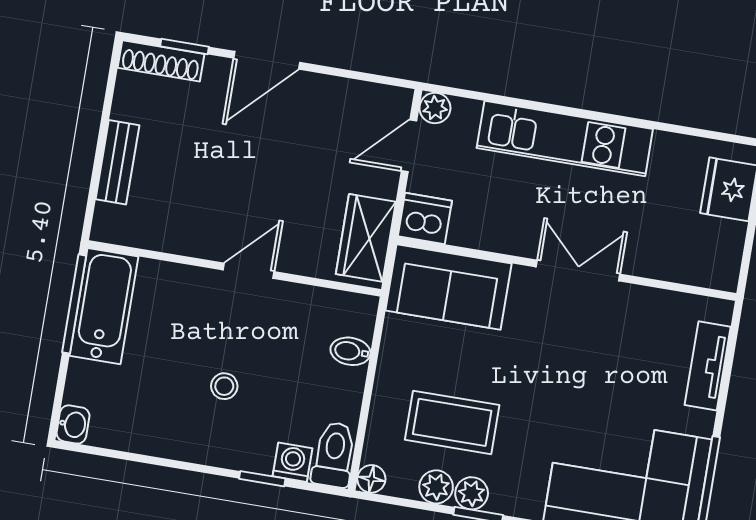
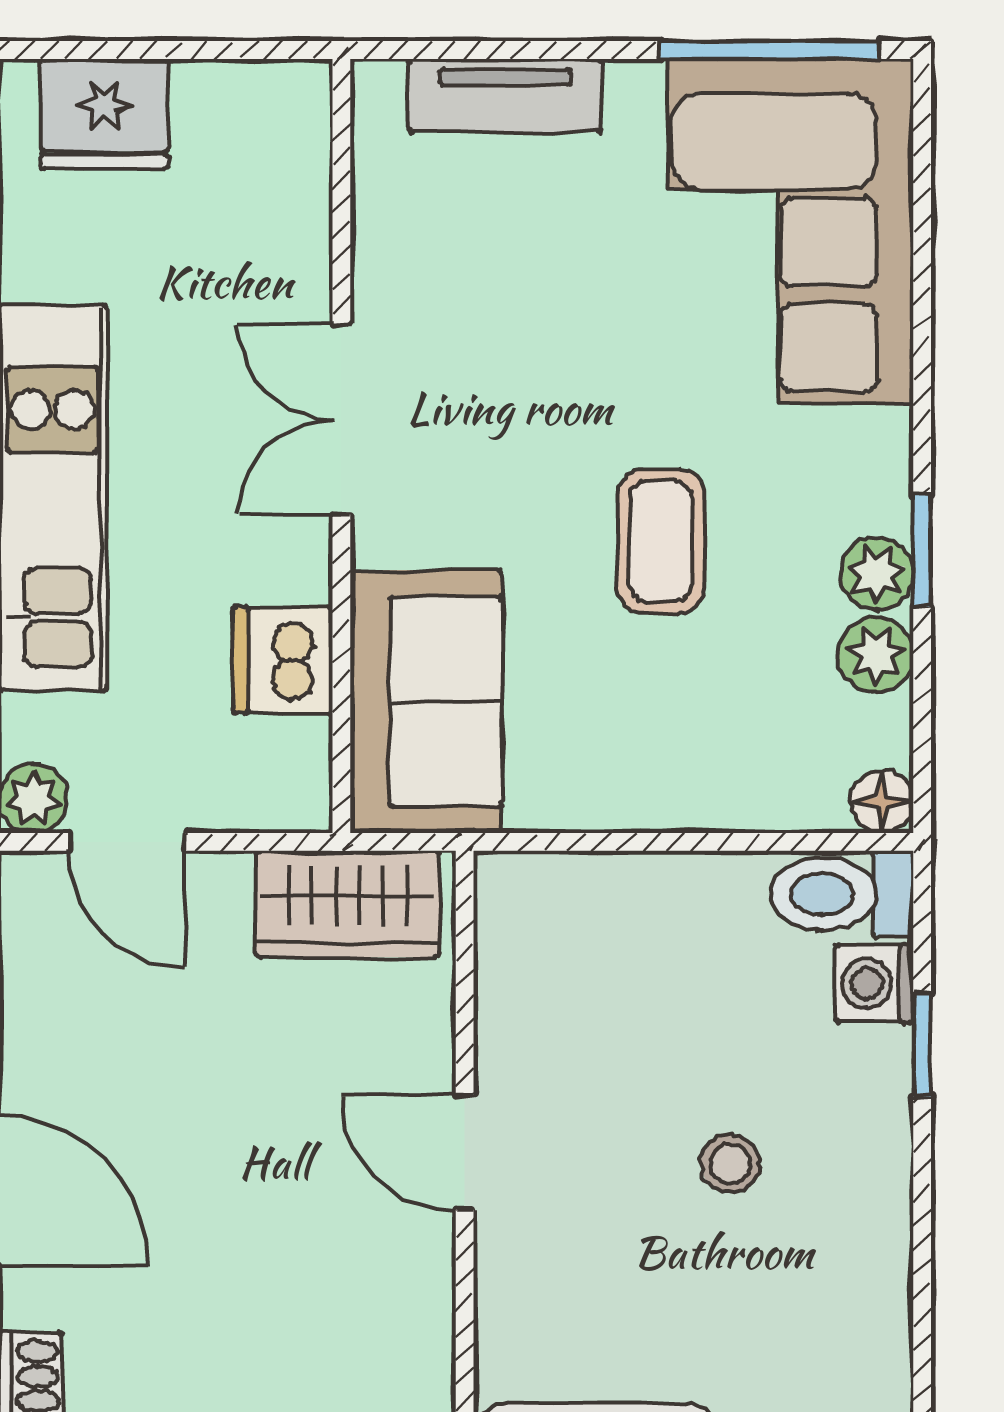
dishwasher: (425, 218) -> (283, 660), moved
bidet: (350, 351) -> (606, 896), removed
coffee table: (452, 422) -> (661, 542), moved, width x0.73, depth x0.77

